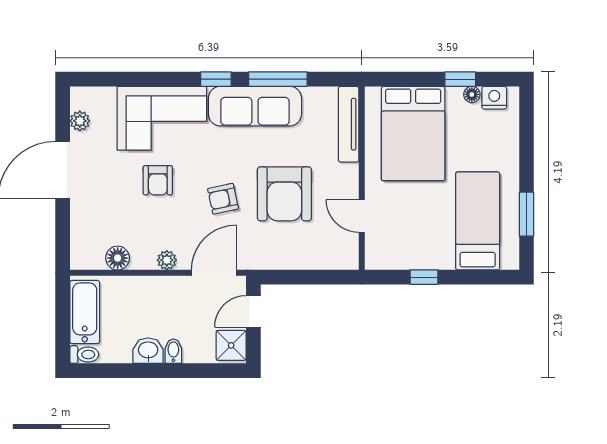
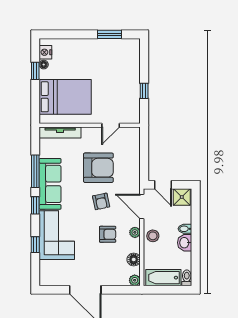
window: (144, 79) -> (35, 245), added
plant: (80, 121) -> (135, 280), moved
armchair: (158, 180) -> (108, 234), moved
bed: (478, 221) -> (113, 61), removed
stool: (161, 293) -> (153, 236), added

